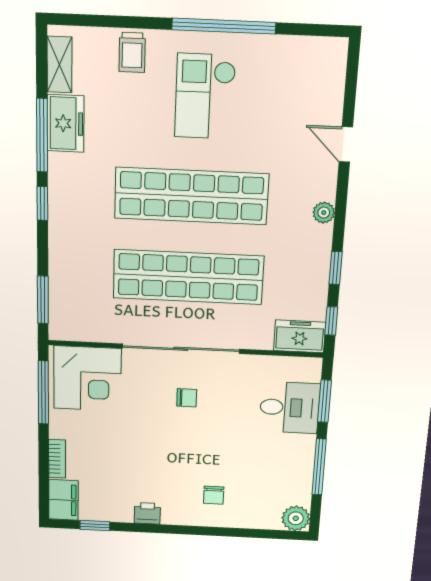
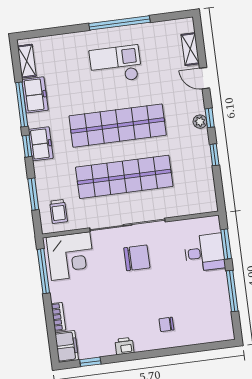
trolley: (132, 52) -> (58, 211), moved
shelving: (333, 92) -> (190, 49), added
checkout: (205, 96) -> (116, 65), turned 90
window: (43, 300) -> (33, 194), moved
window: (331, 321) -> (210, 118), moved
freezer: (300, 336) -> (41, 144), moved, turned 90
chair: (187, 398) -> (137, 258), width x1.87, depth x1.87
chair: (214, 495) -> (166, 324), turned 90
plant: (296, 518) -> (224, 331), removed

